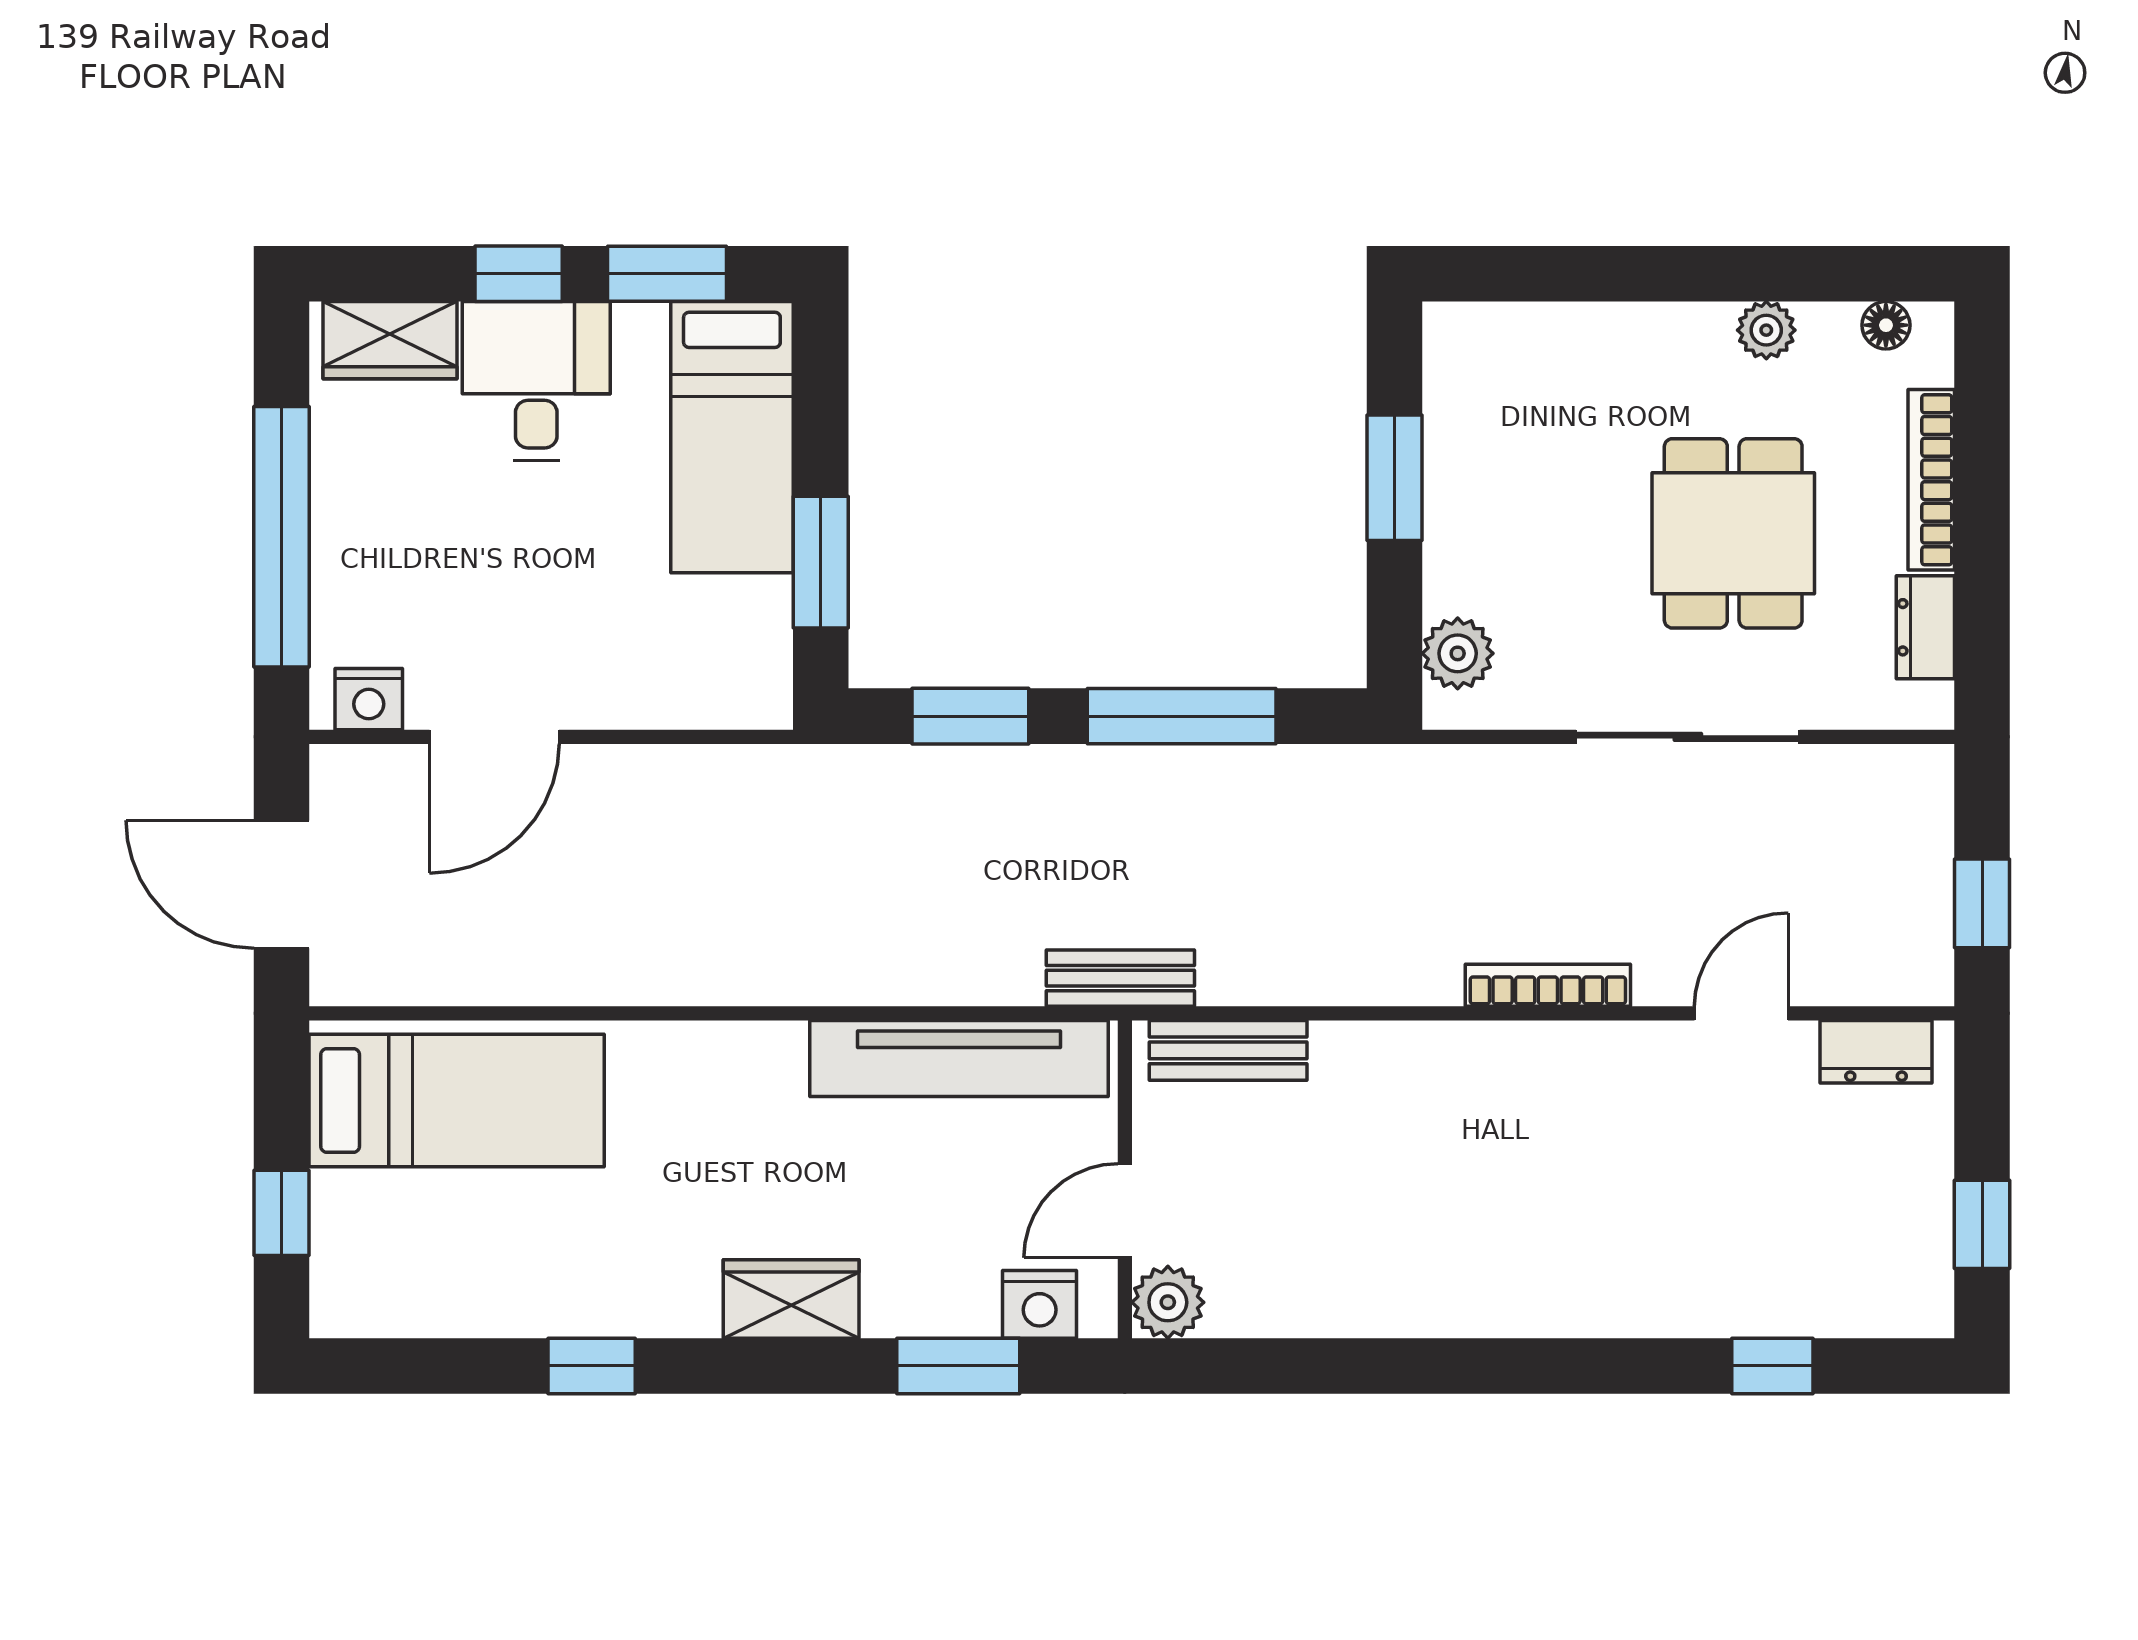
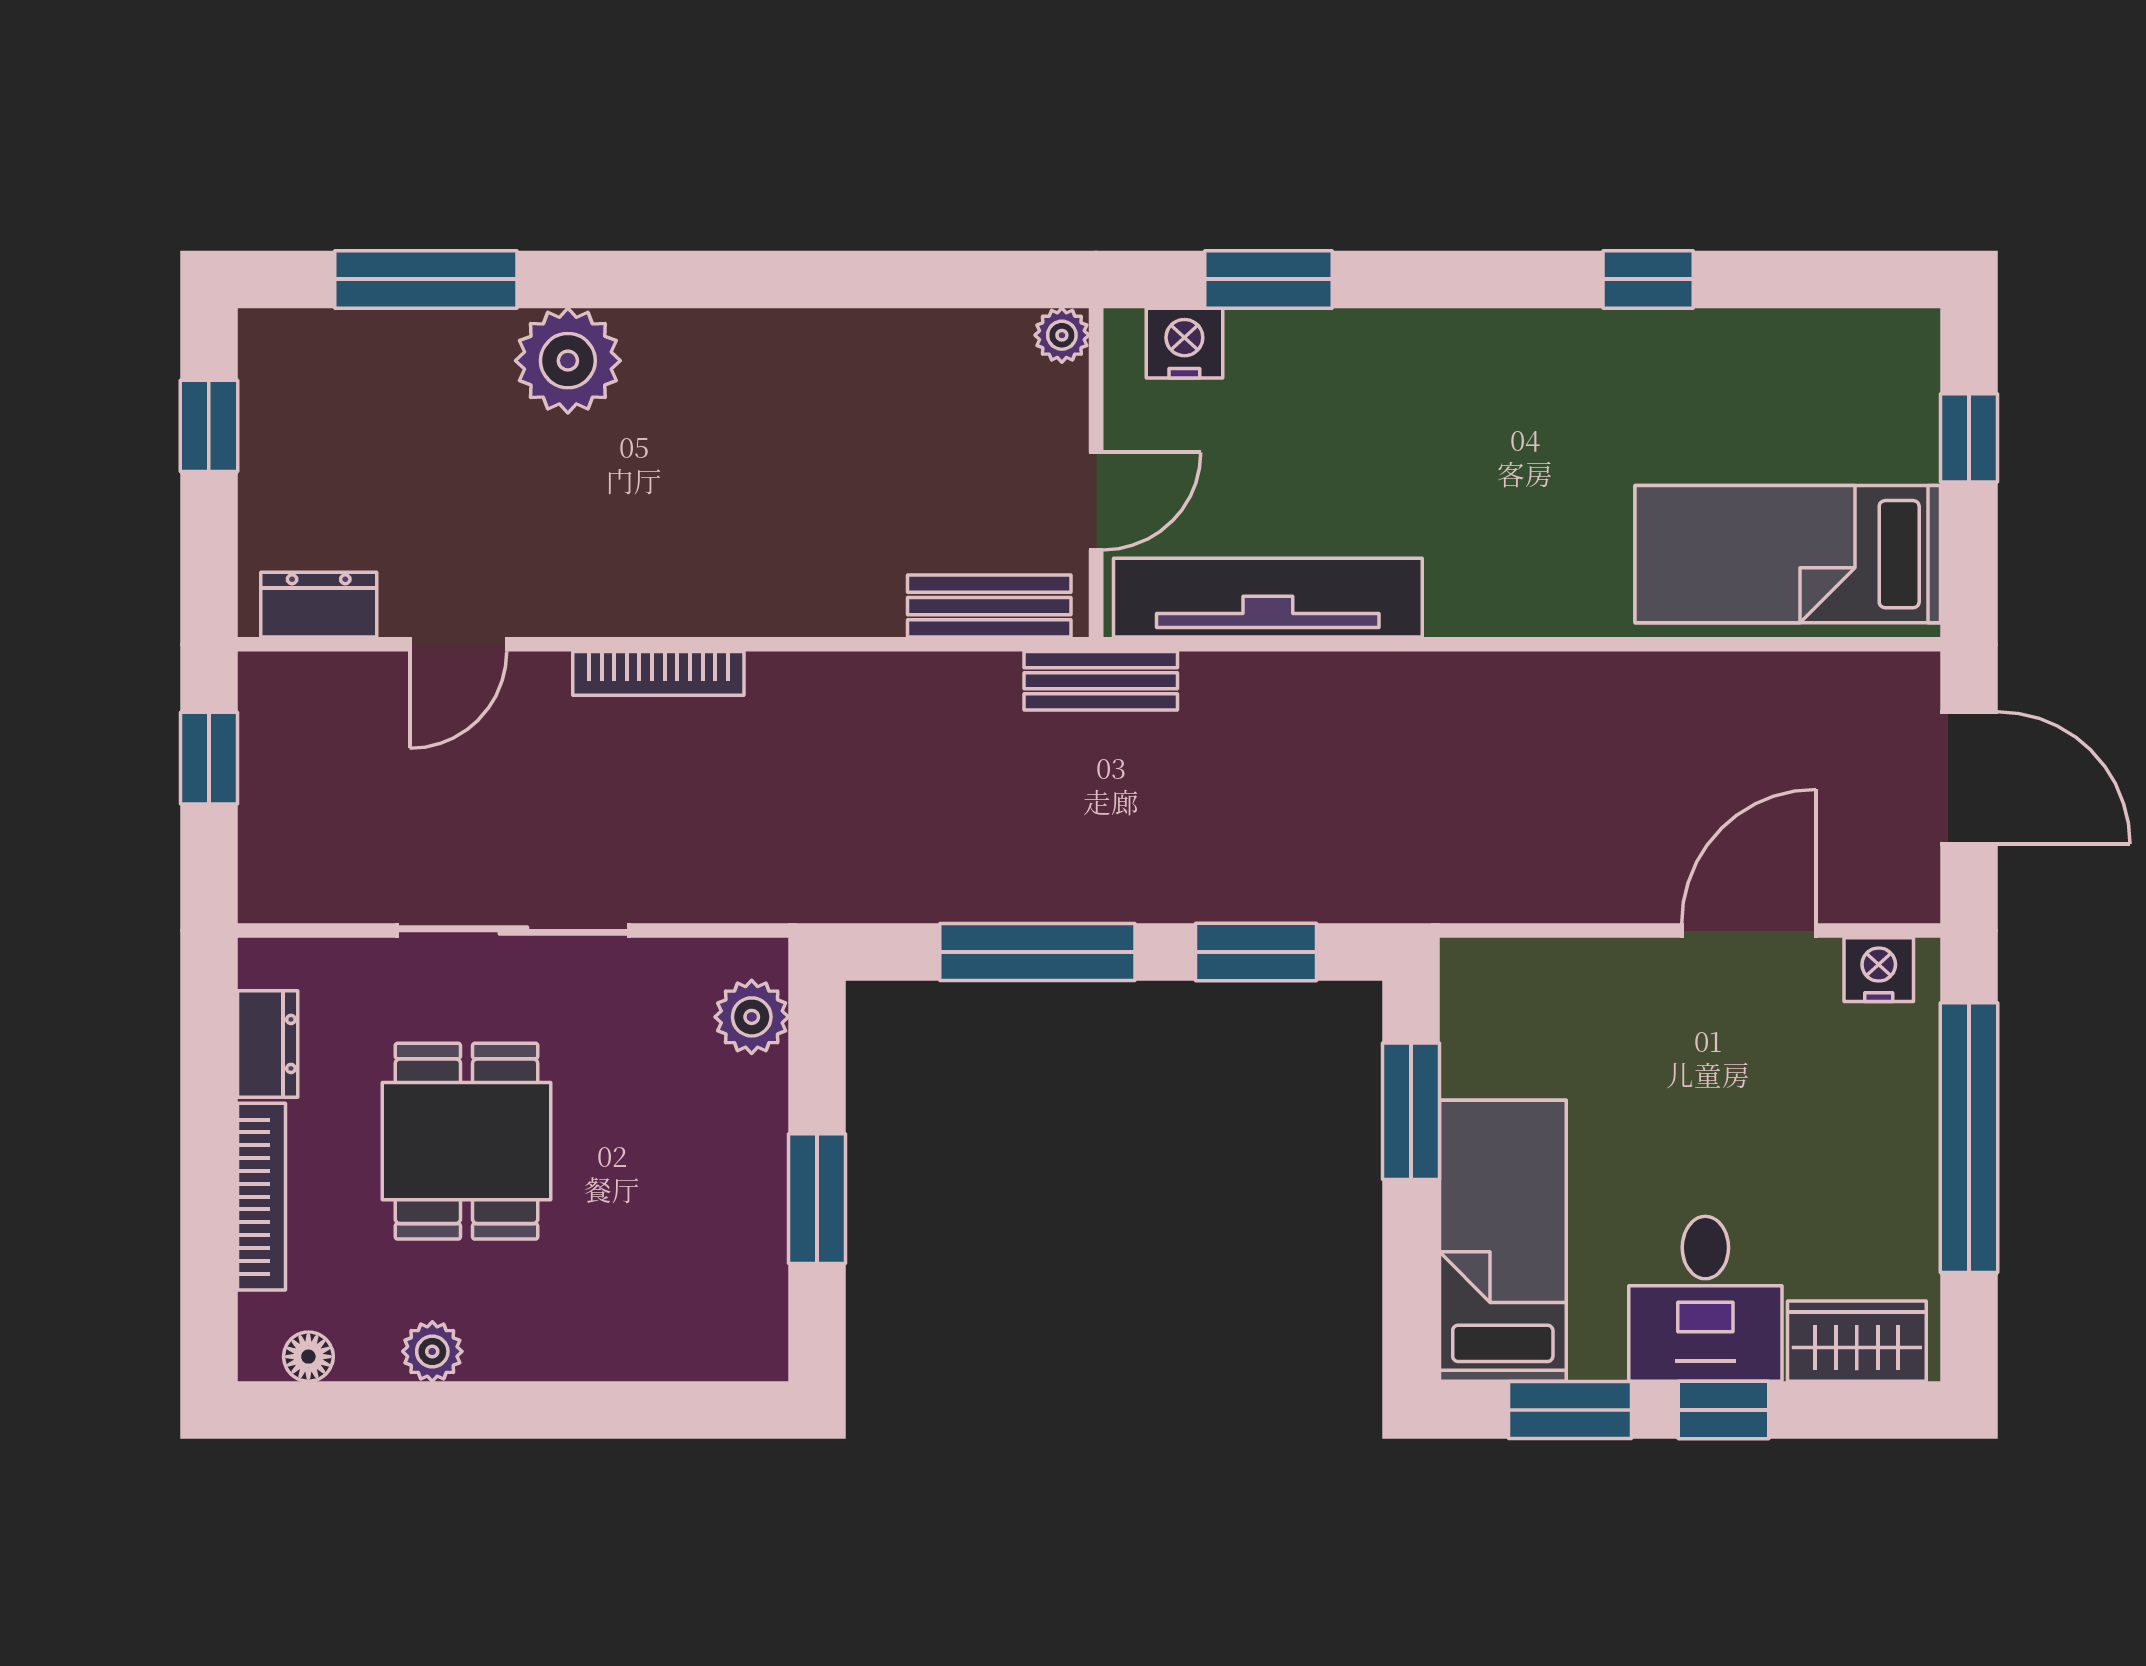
door: (1125, 1211) -> (1096, 501), moved
plant: (1635, 1288) -> (568, 361), added
wardrobe: (791, 1299) -> (1442, 349), removed
plant: (1168, 1302) -> (1062, 335), width x0.73, depth x0.73
window: (1772, 1366) -> (426, 279), width x2.17

